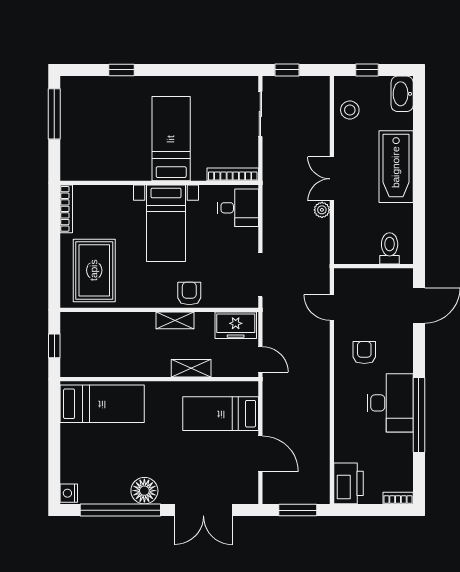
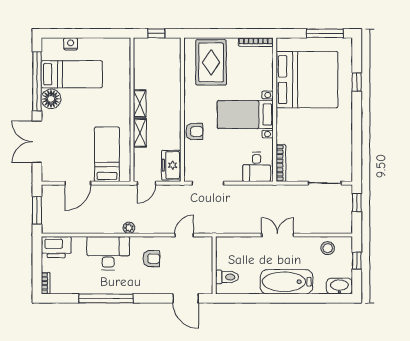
bed: (171, 139) -> (307, 80), moved, width x2.04
plant: (322, 210) -> (129, 228), moved
rug: (94, 270) -> (211, 62), turned 90
shelving: (175, 320) -> (140, 104), moved
desk: (390, 403) -> (108, 253), moved, turned 180
bed: (102, 404) -> (72, 74), moved, turned -90
nightstand: (69, 493) -> (71, 44), moved

